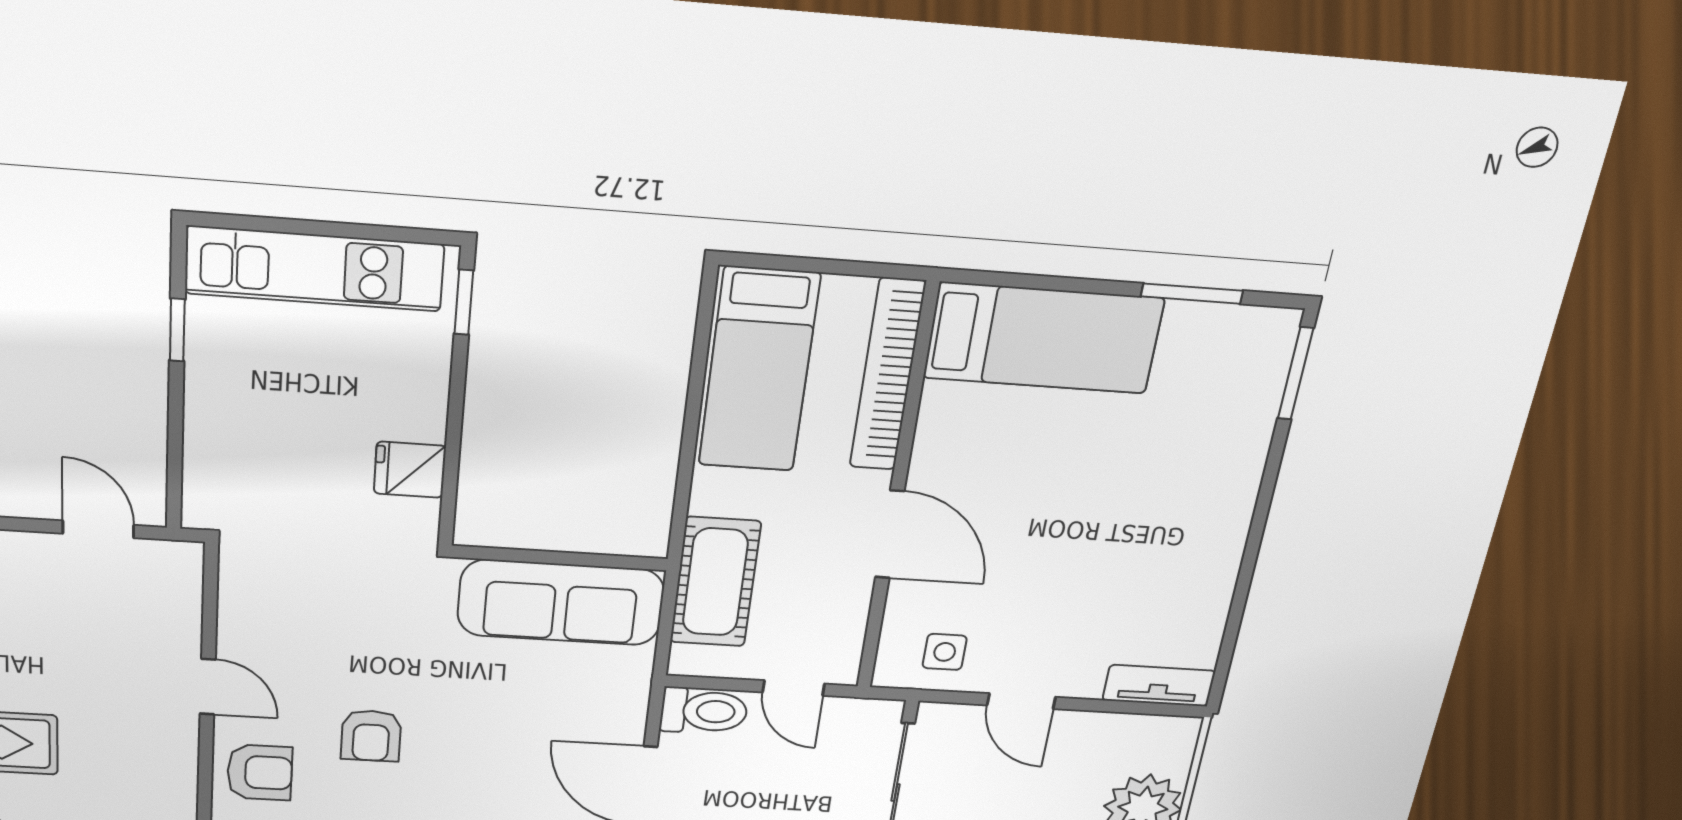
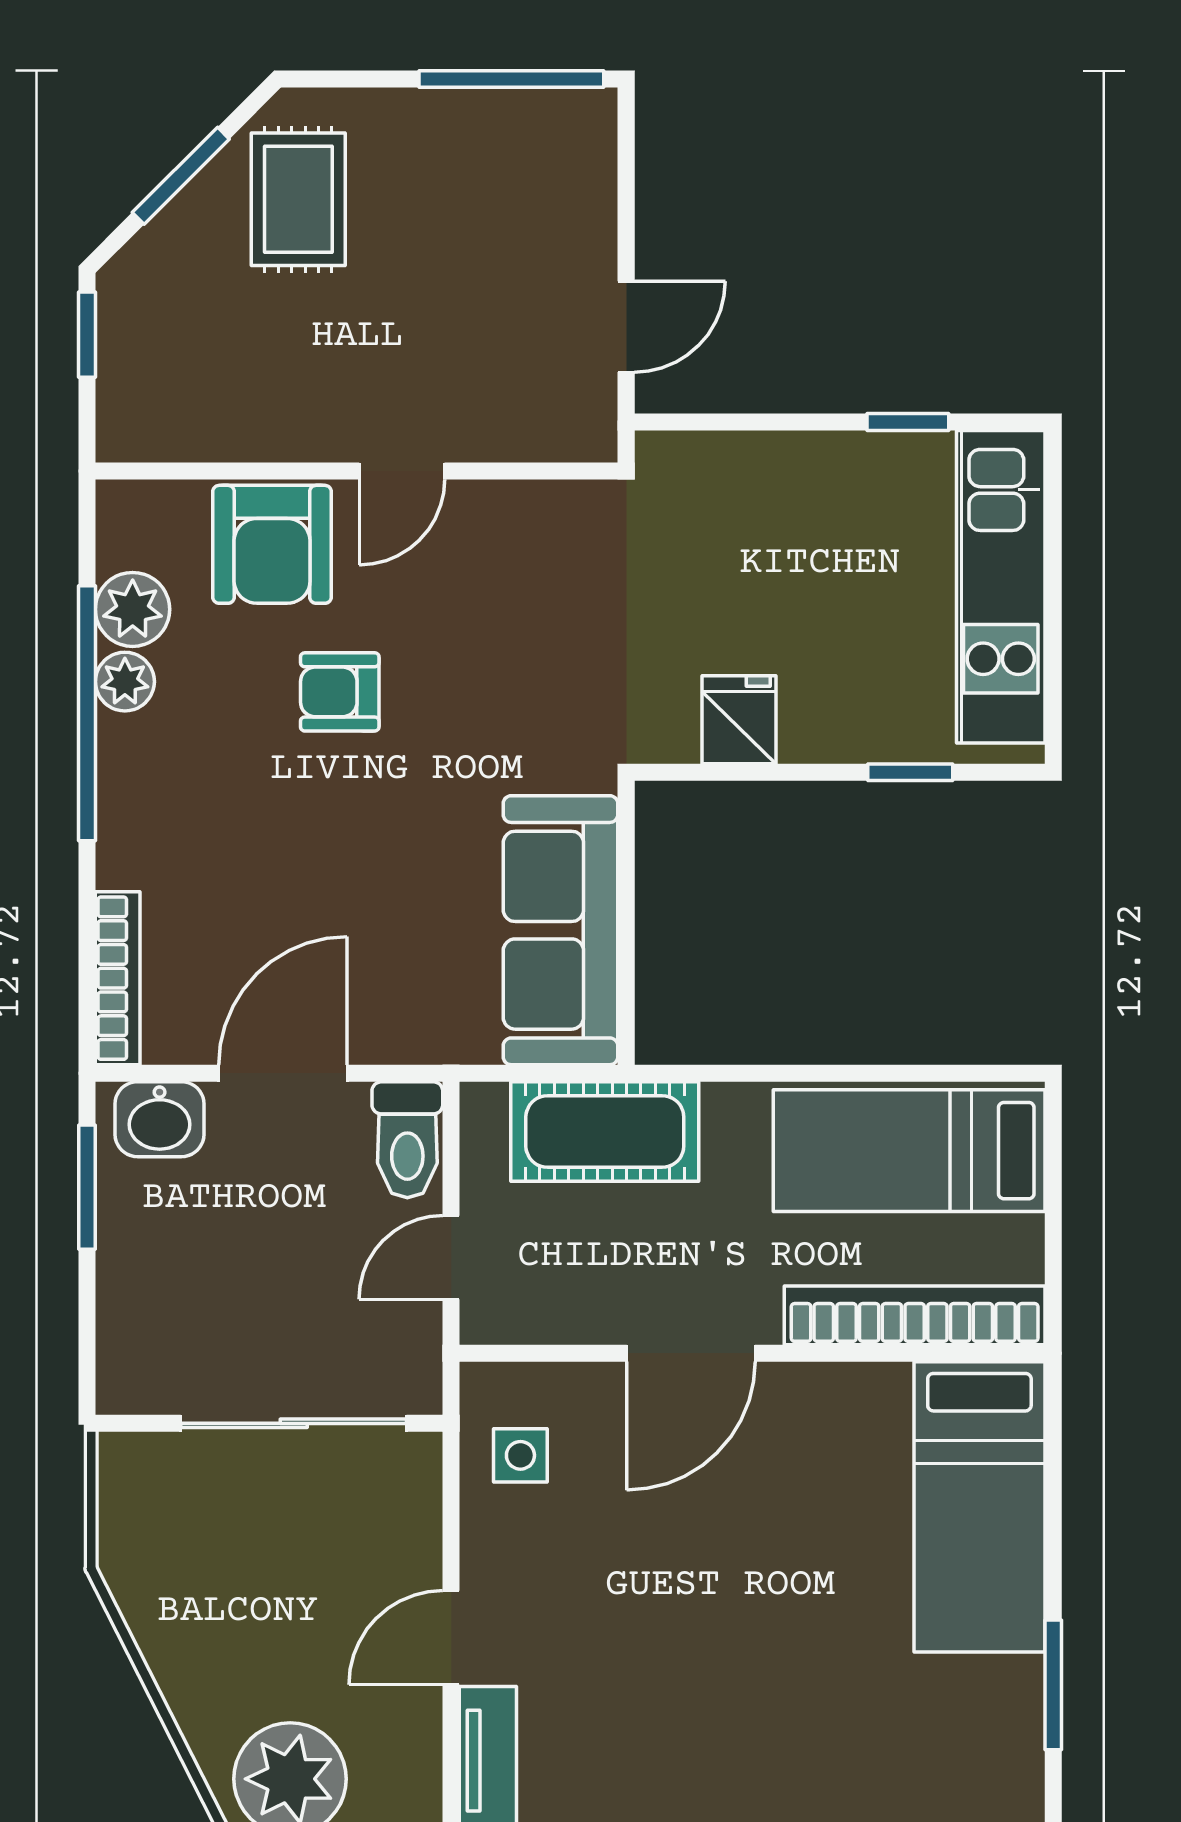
window: (464, 302) -> (910, 772), moved
door: (1021, 701) -> (451, 1638), moved
armchair: (260, 772) -> (272, 544), width x1.38, depth x1.38

